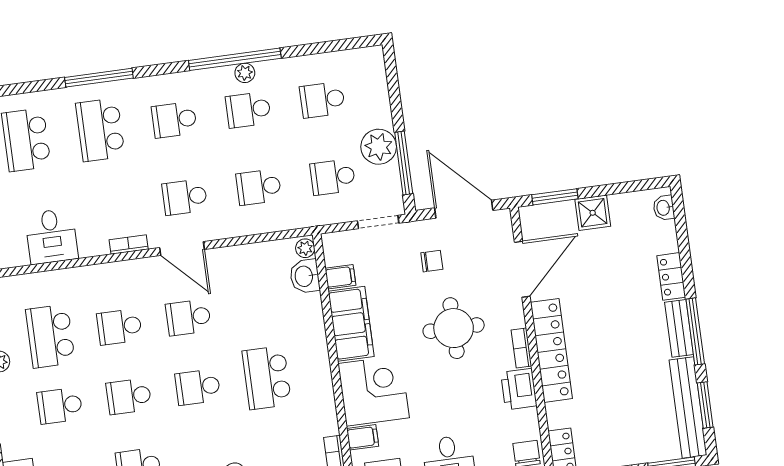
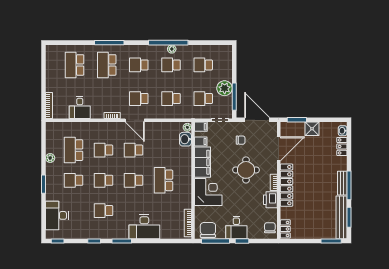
locker: (671, 276) -> (342, 146), moved
filing cabinet: (363, 437) -> (201, 127), moved

